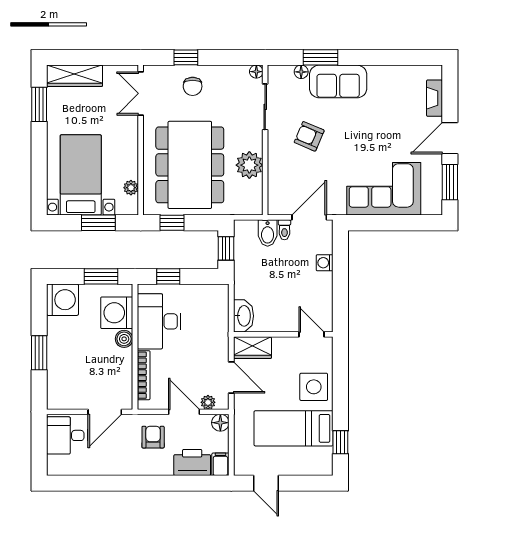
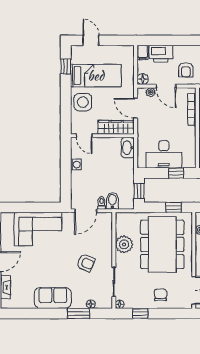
window: (186, 57) -> (140, 313), moved
sofa: (338, 81) -> (53, 298), moved
washing machine: (325, 263) -> (76, 165), moved
desk: (159, 321) -> (164, 154), moved, turned 90
wardrobe: (252, 348) -> (116, 127), width x1.50
door: (266, 483) -> (91, 40), moved

